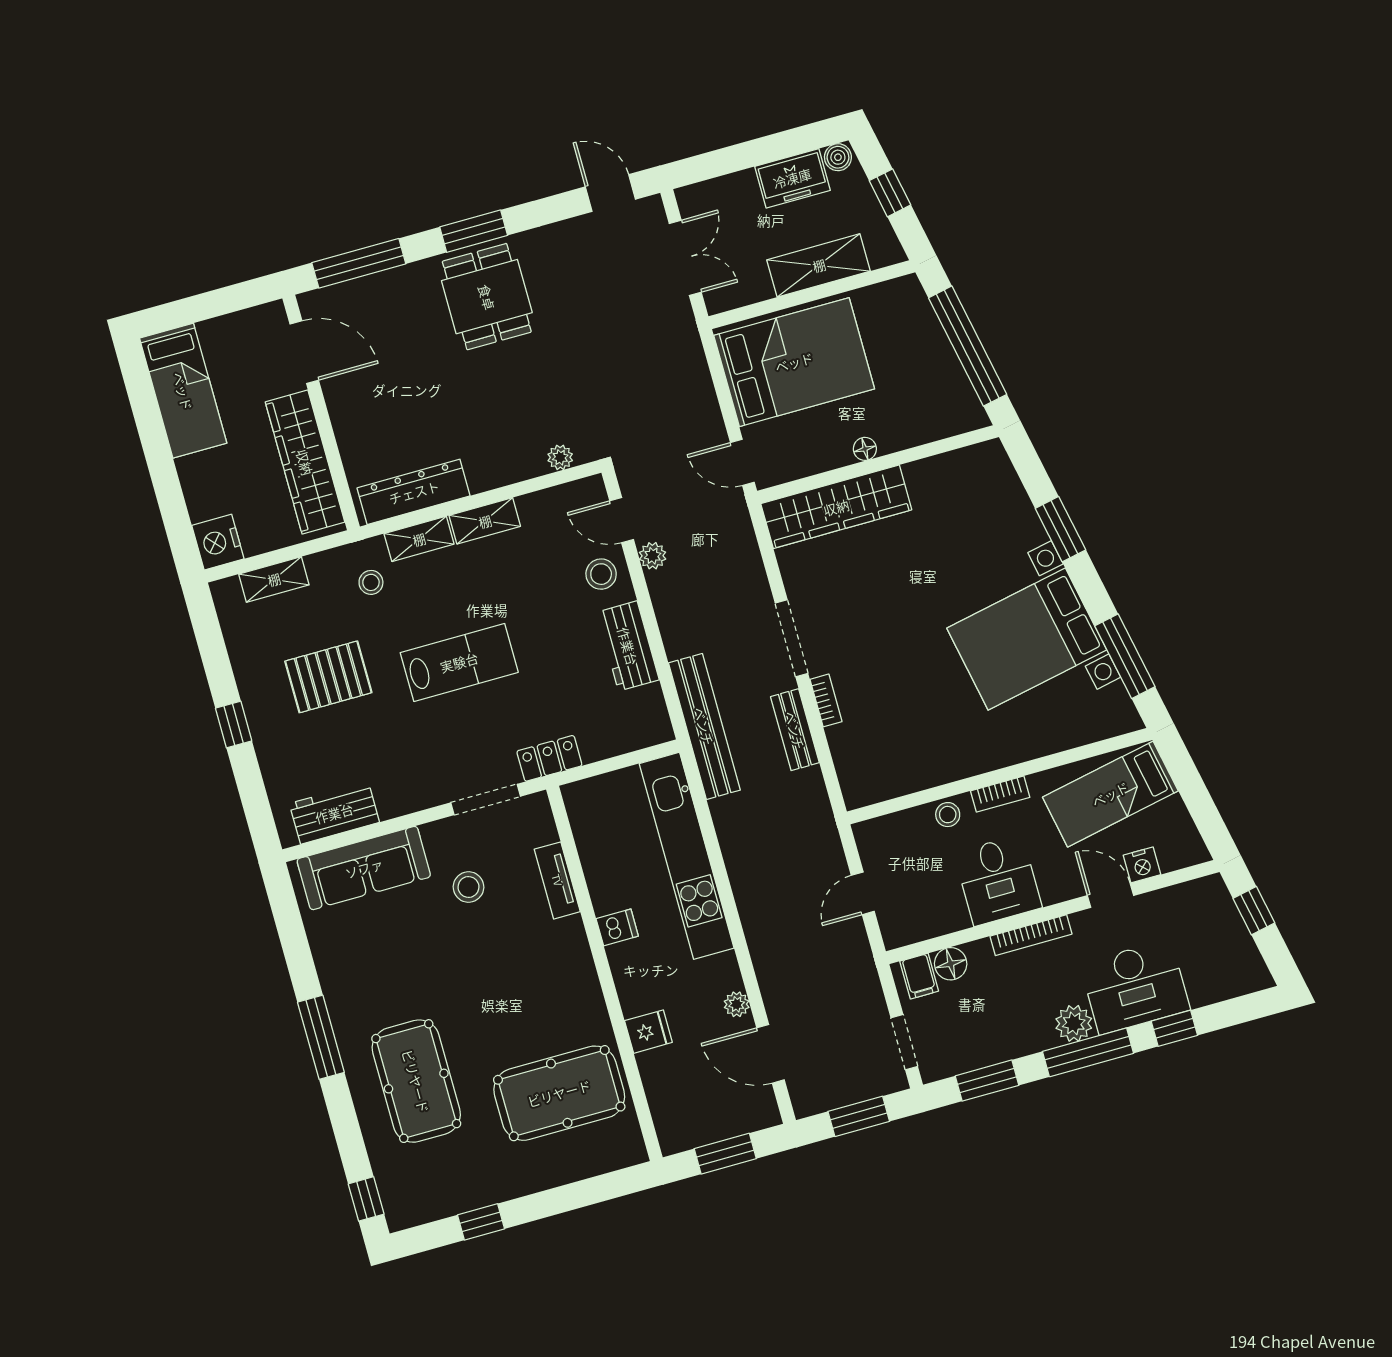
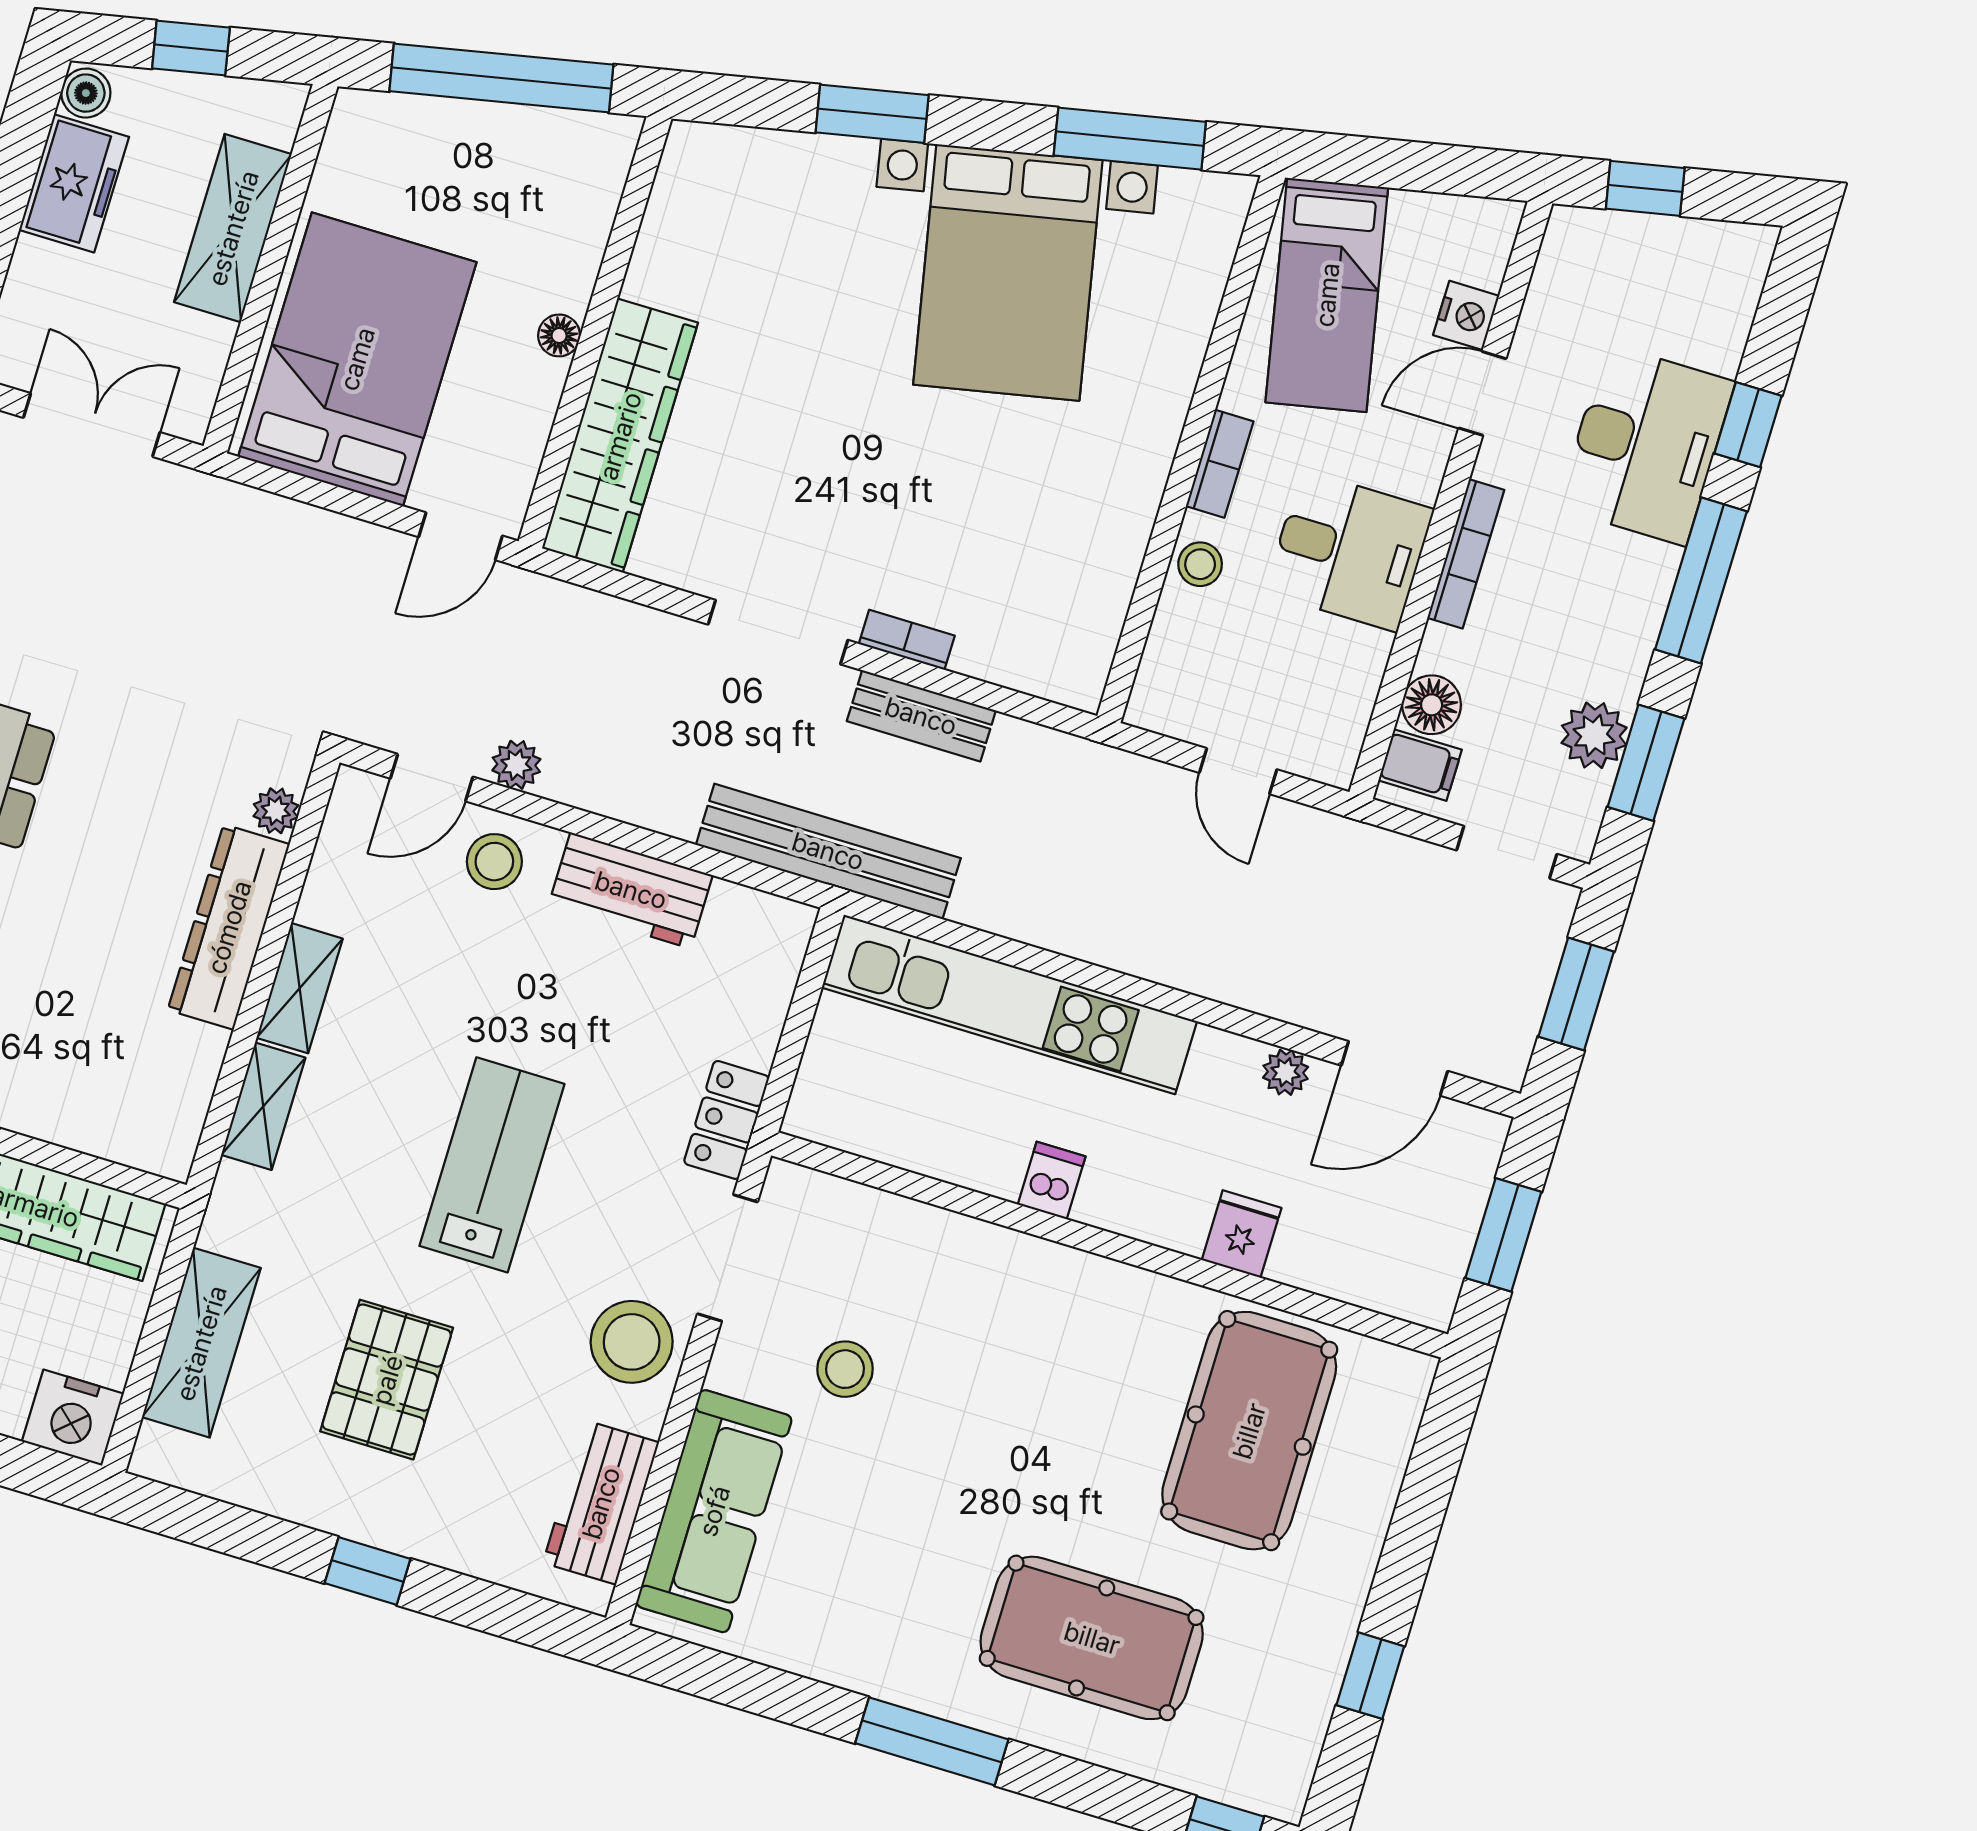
dresser: (414, 492) -> (229, 927), moved
shelving: (274, 579) -> (201, 1343), width x1.50, depth x1.33
stool: (371, 582) -> (632, 1342), moved, width x1.89, depth x1.89
tv unit: (557, 880) -> (921, 1227), removed
plant: (1074, 1023) -> (1594, 735), moved

